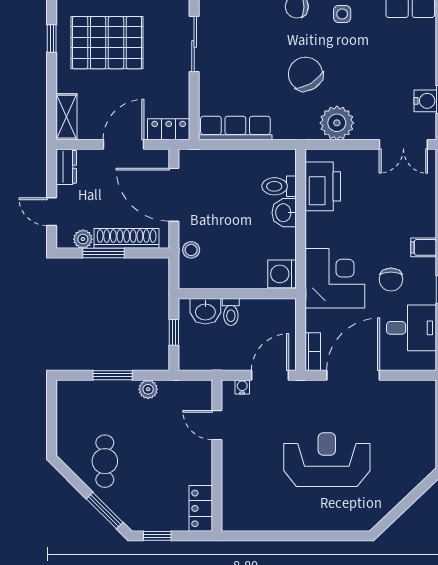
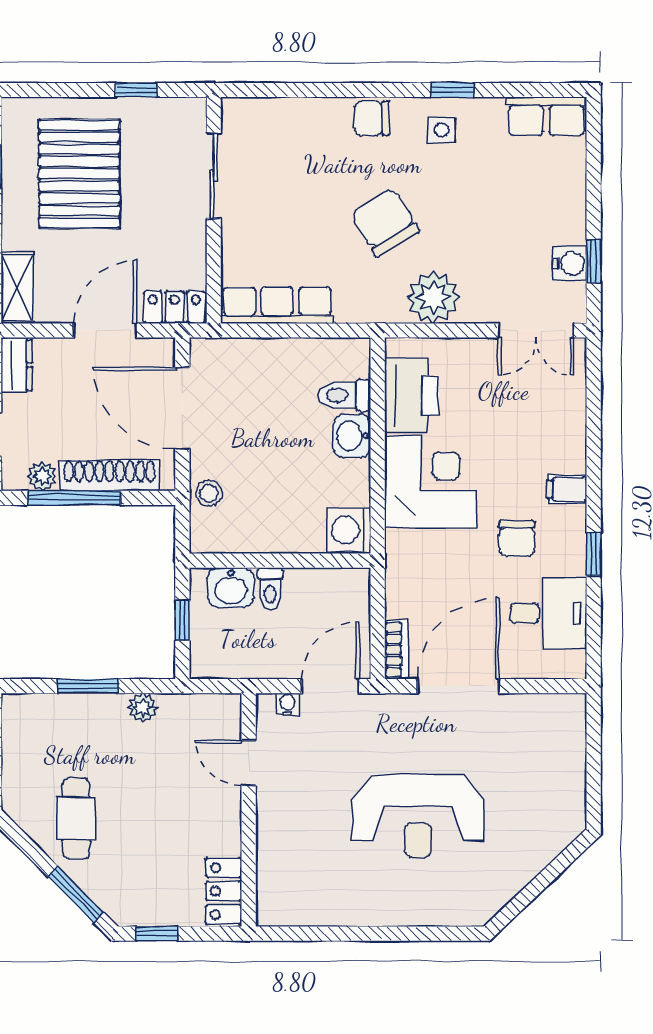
pallet: (107, 43) -> (79, 174), turned 90
window: (104, 253) -> (74, 498), width x1.44
corner desk: (335, 278) -> (430, 482), moved
reception desk: (327, 460) -> (418, 816), turned 180

